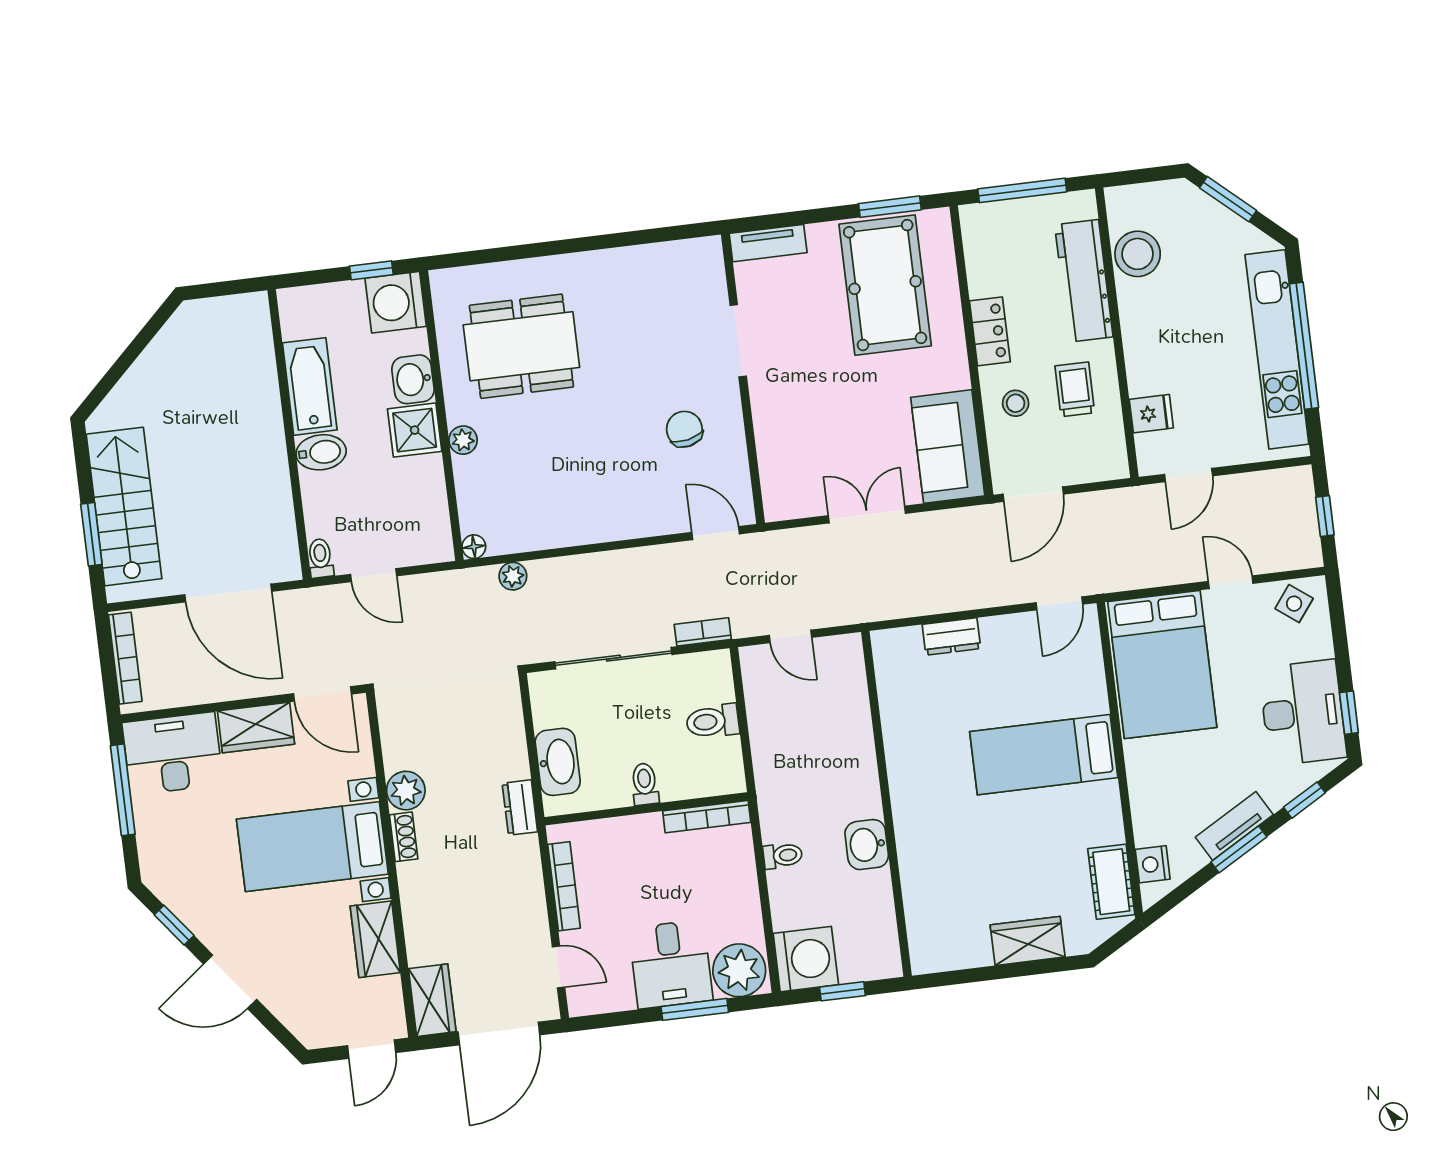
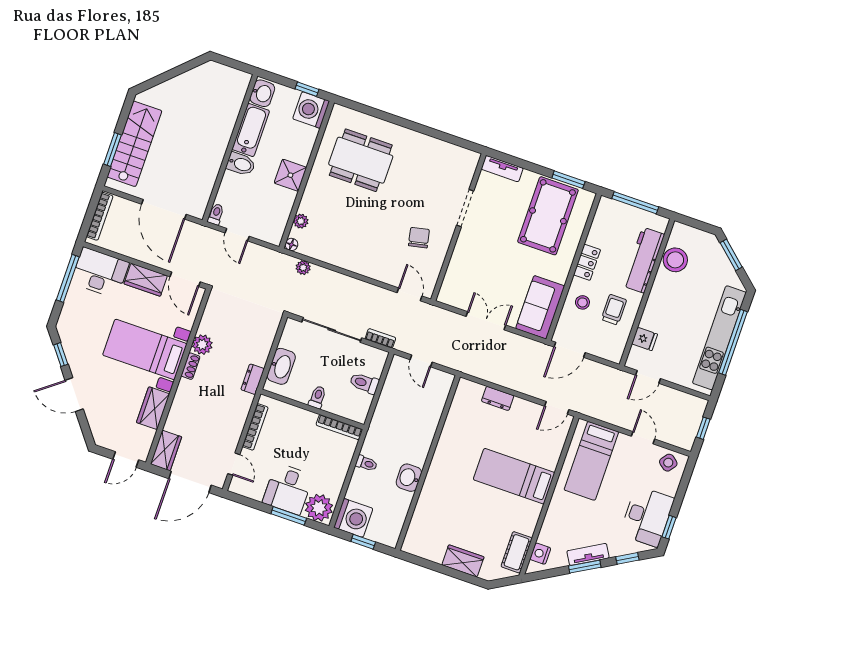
washbasin: (413, 379) -> (262, 93), moved, turned 180
plant: (463, 440) -> (301, 221), moved
bed: (1162, 665) -> (591, 461), width x0.67

